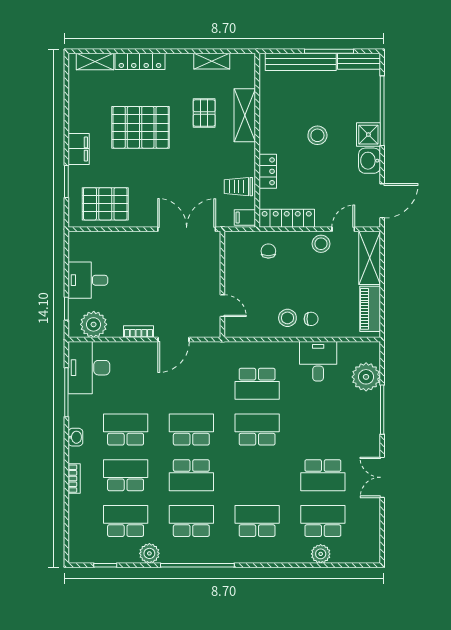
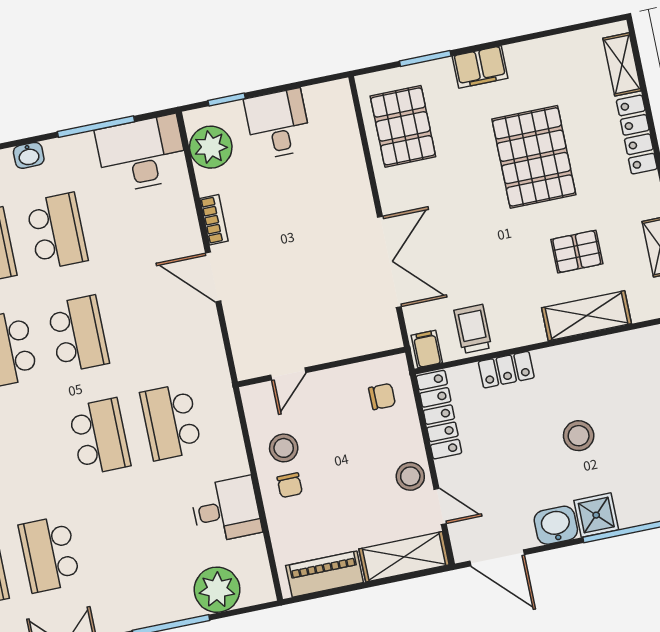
wall: (222, 284) -> (321, 367), moved
door: (222, 306) -> (288, 374), moved

